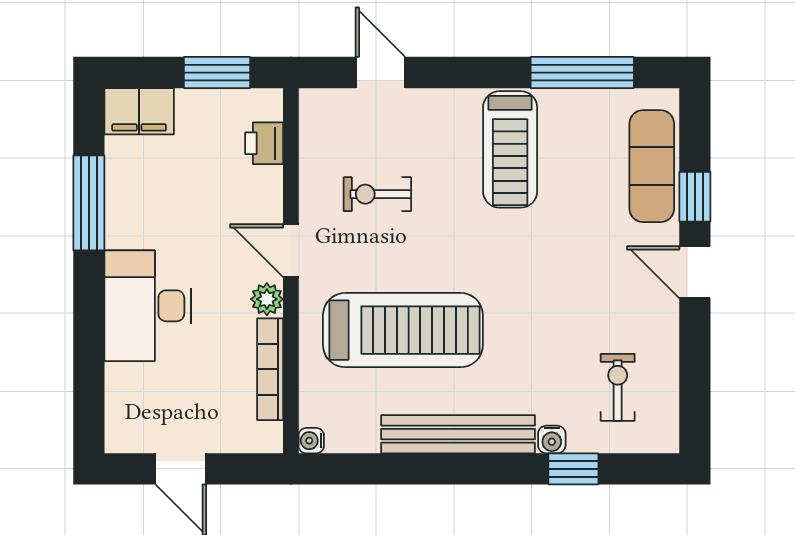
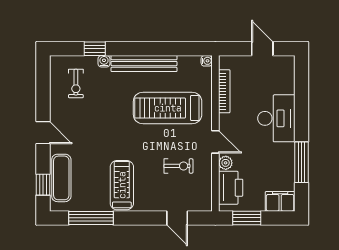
printer: (264, 143) -> (231, 188), width x1.87, depth x1.48
window: (695, 197) -> (43, 185), moved
plant: (267, 299) -> (226, 163), moved

